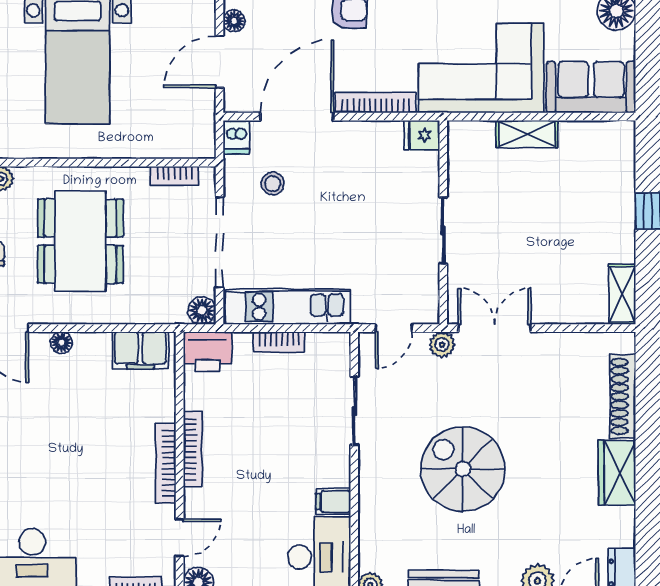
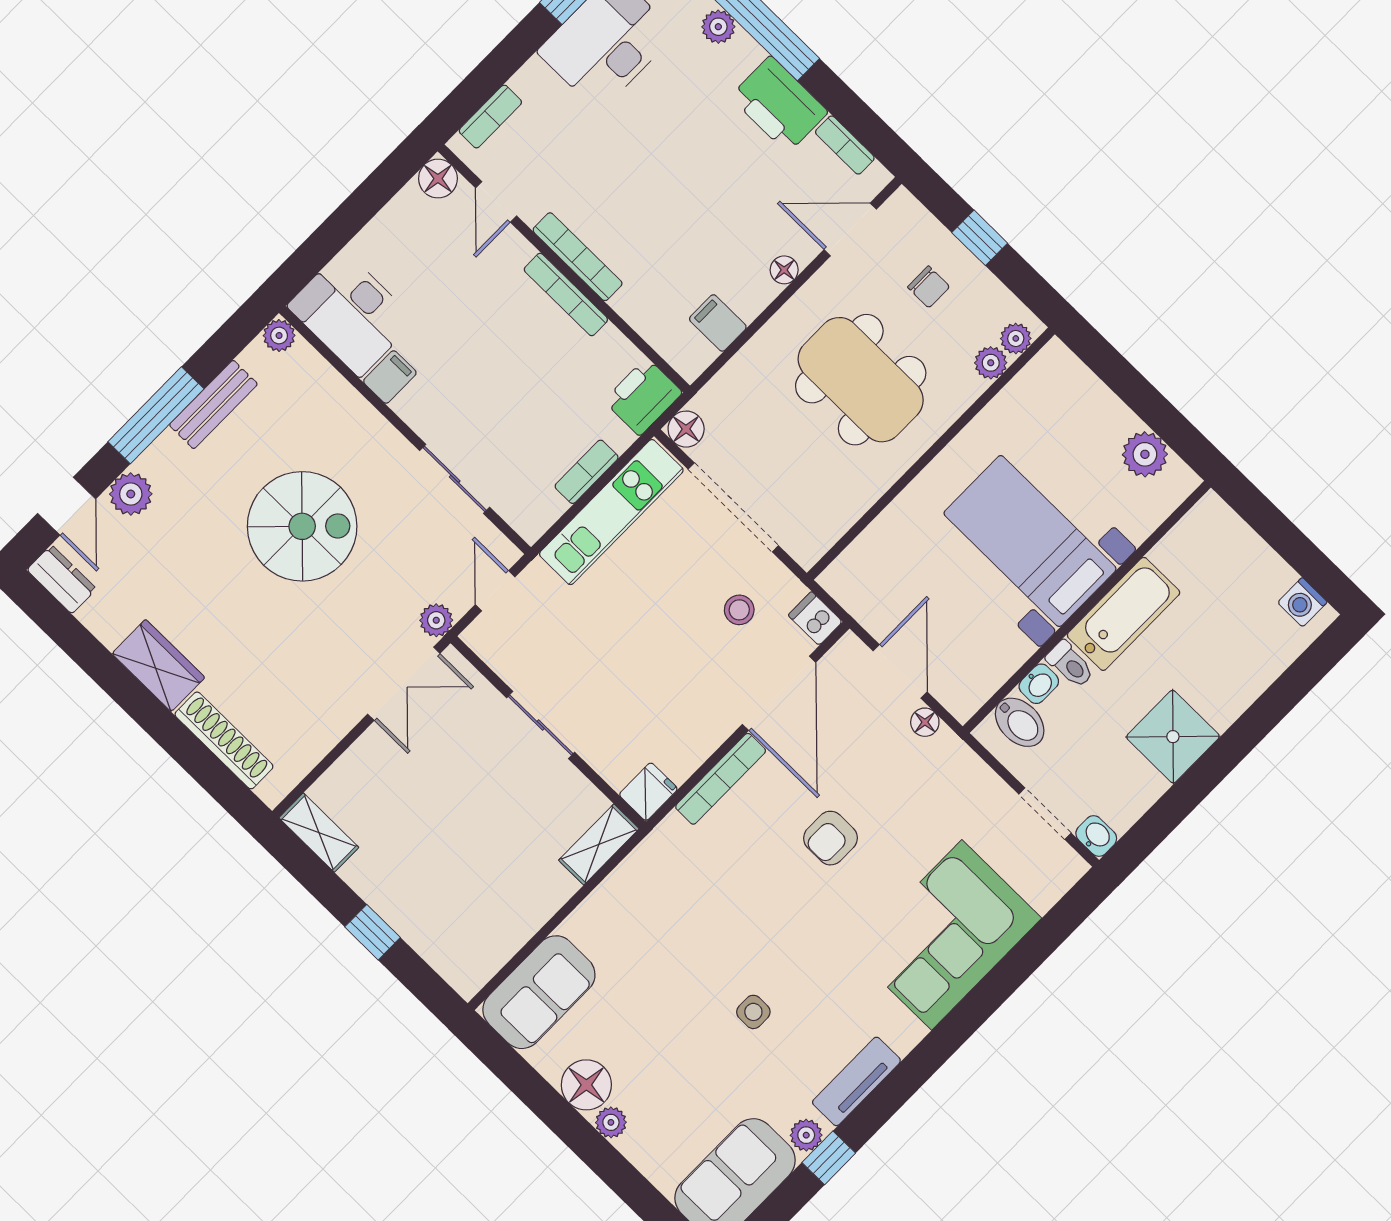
corner sofa: (481, 68) -> (656, 908), removed
shelving: (527, 134) -> (599, 844), moved
bookcase: (175, 176) -> (835, 526), removed
filing cabinet: (140, 350) -> (718, 323), width x0.50

